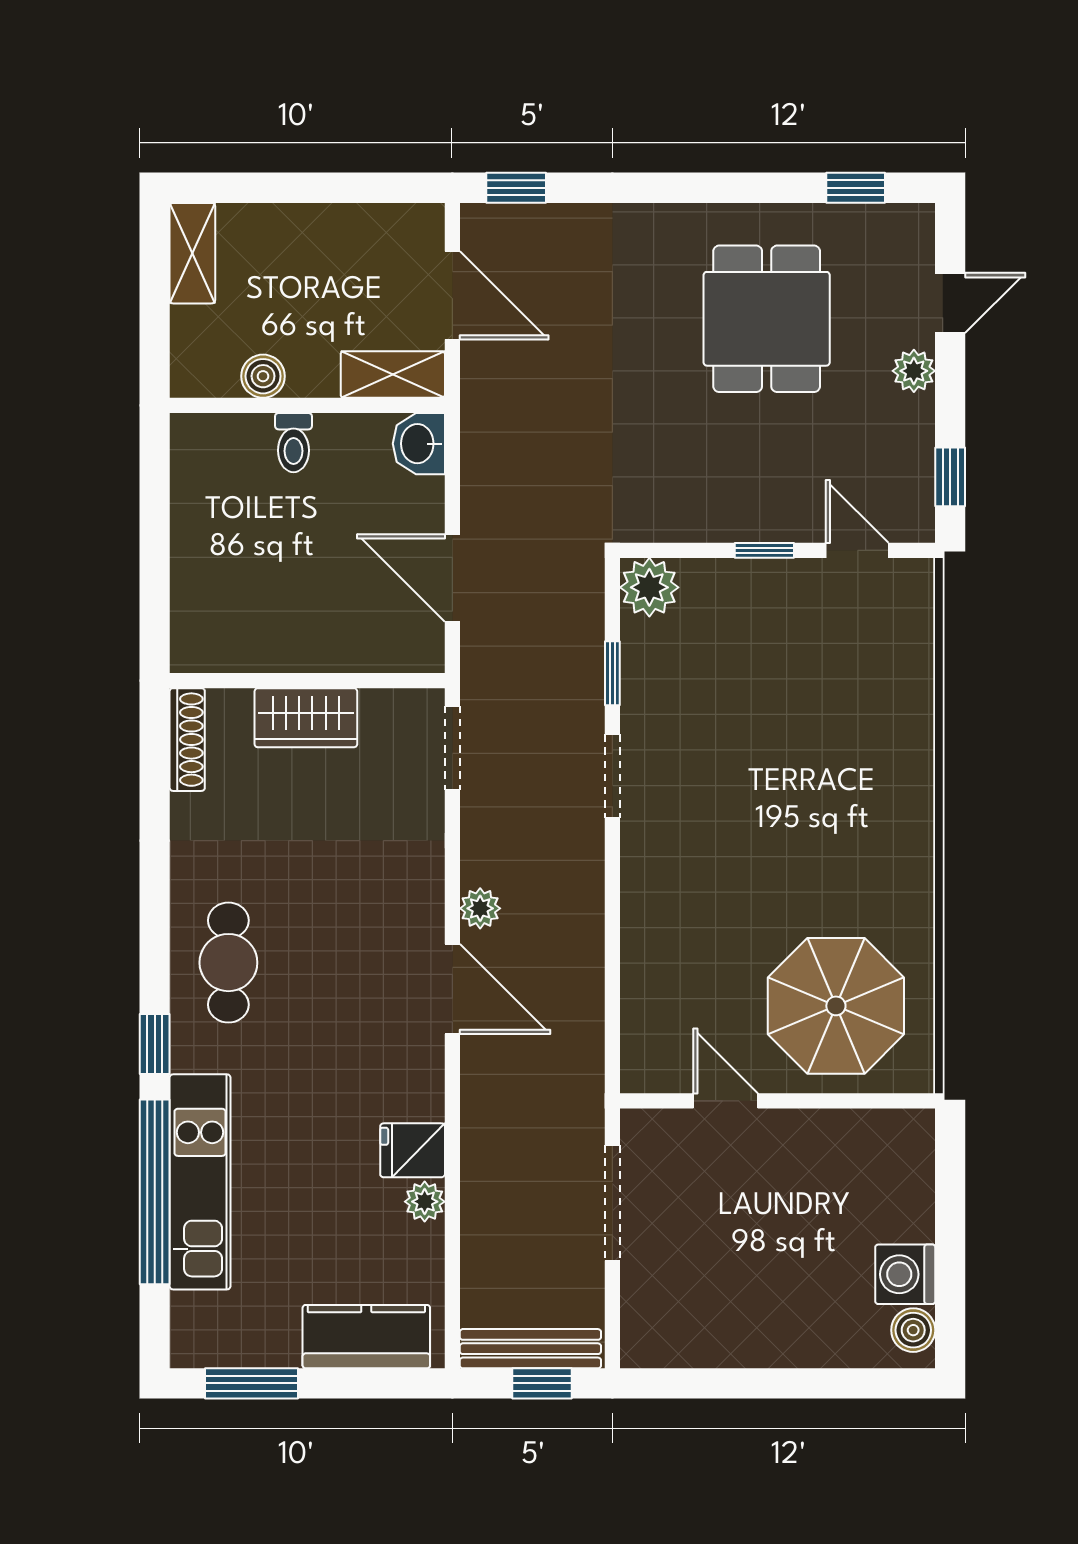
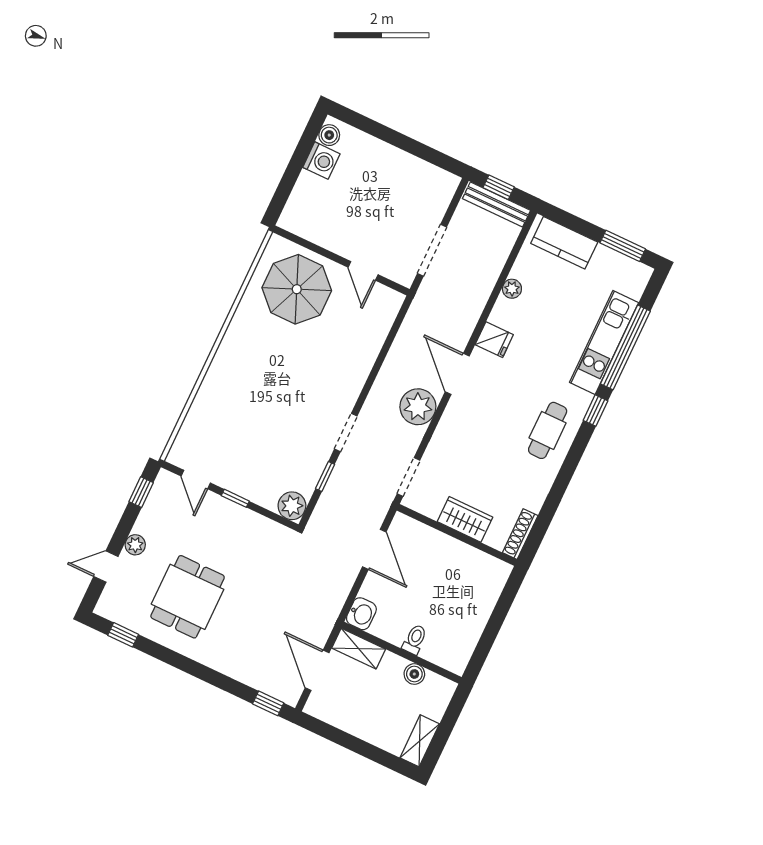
plant: (480, 908) -> (418, 407), width x1.88, depth x1.88
fridge: (413, 1150) -> (494, 340), moved

